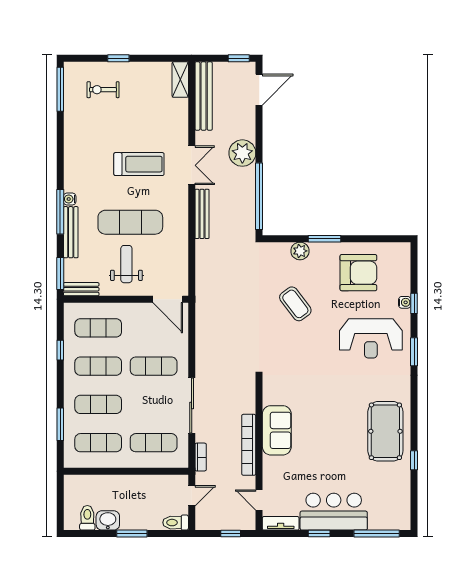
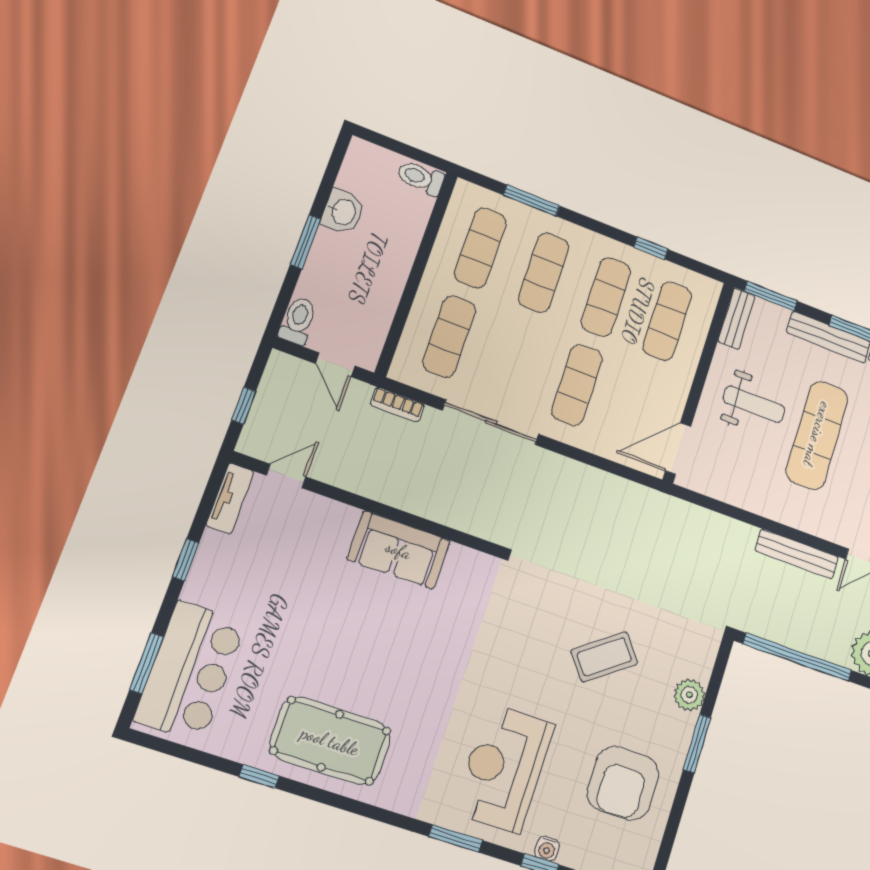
bookcase: (249, 445) -> (390, 493), removed
bar counter: (334, 512) -> (190, 671), moved
toilet: (87, 518) -> (421, 178), moved, turned 180
window: (377, 534) -> (147, 663), width x0.69

